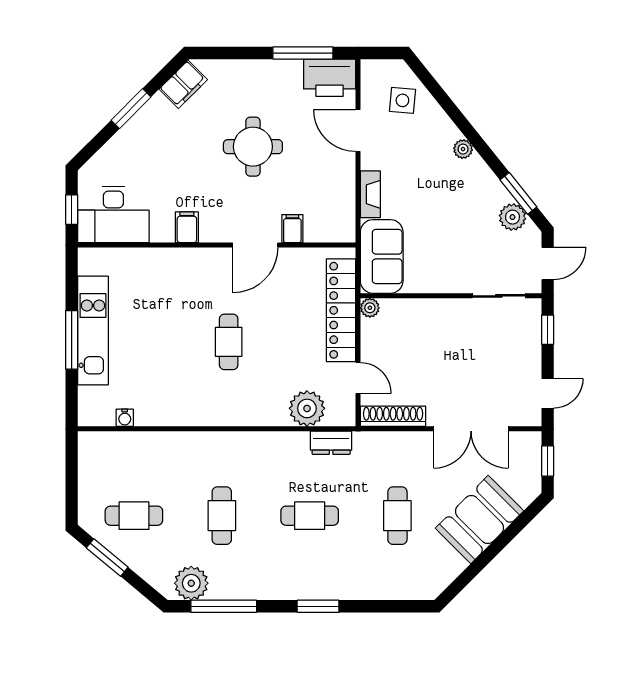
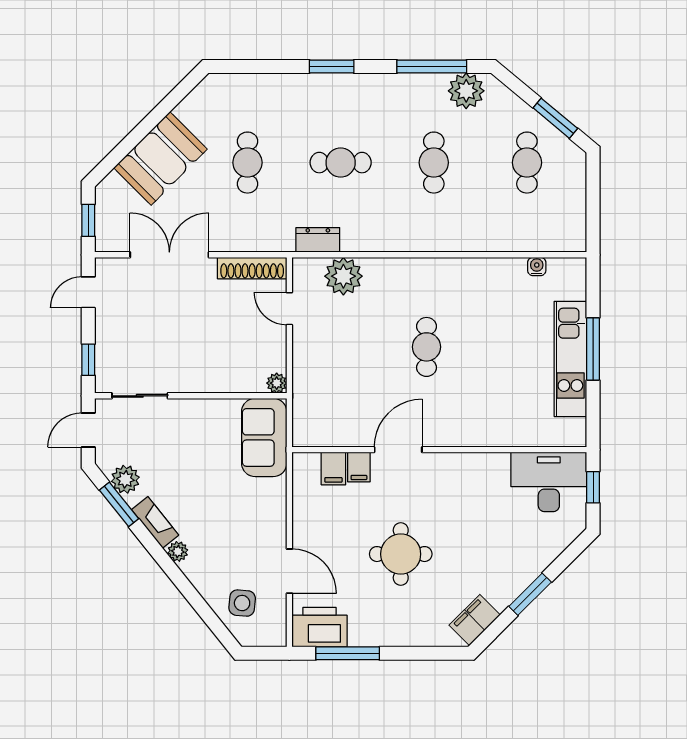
fireplace: (370, 194) -> (155, 522), moved, turned 141
filing cabinet: (187, 227) -> (333, 468), moved
locker: (341, 310) -> (307, 380), removed
cafe table: (134, 516) -> (527, 163), turned 90

